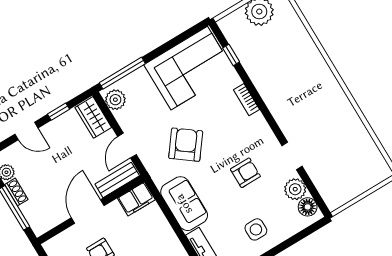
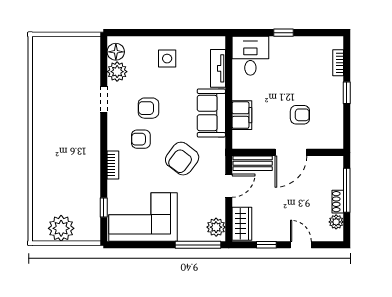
armchair: (235, 140) -> (141, 139), added
filing cabinet: (136, 199) -> (242, 115), moved, turned 90

